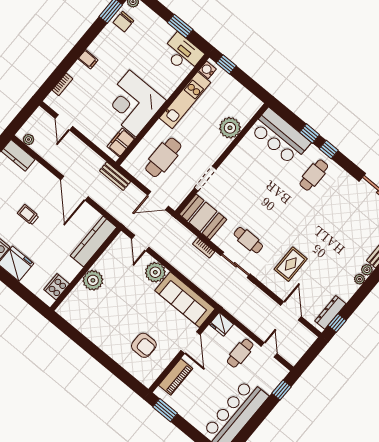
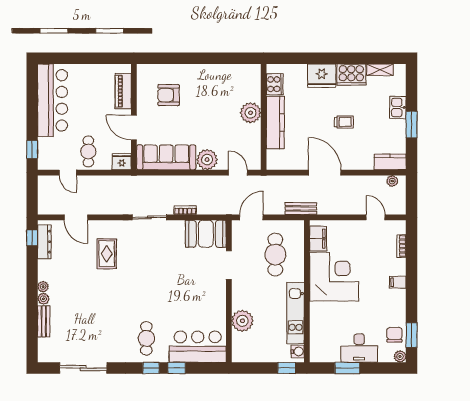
desk: (182, 53) -> (359, 348), moved
cafe table: (248, 240) -> (155, 245), removed
kitchen counter: (93, 242) -> (275, 122), moved
window: (165, 410) -> (110, 58), removed

